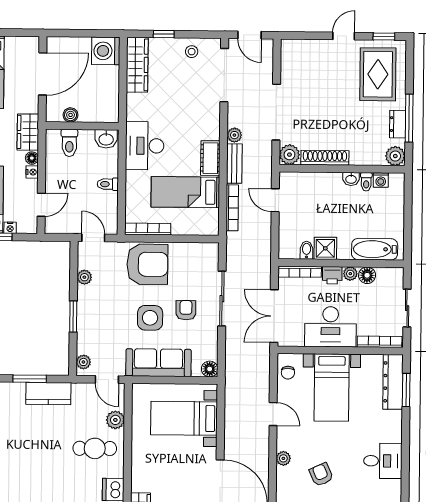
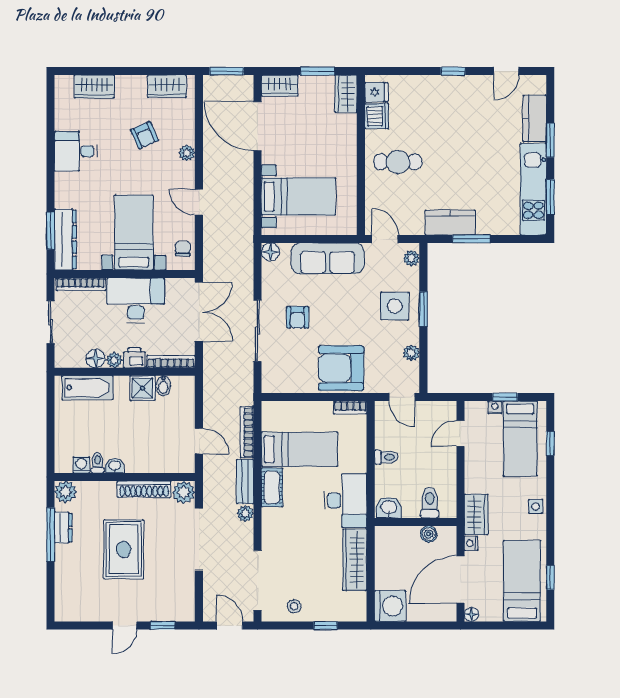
window: (384, 36) -> (163, 625), moved
wardrobe: (137, 65) -> (355, 560), moved
rug: (378, 74) -> (124, 549), moved
floor lamp: (32, 158) -> (471, 614), moved
nightstand: (32, 172) -> (471, 543), moved
bookcase: (148, 229) -> (350, 408), width x0.64
side table: (150, 318) -> (395, 306), moved
plant: (115, 420) -> (375, 194), removed

